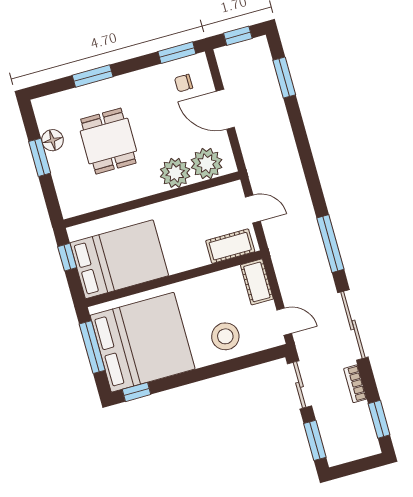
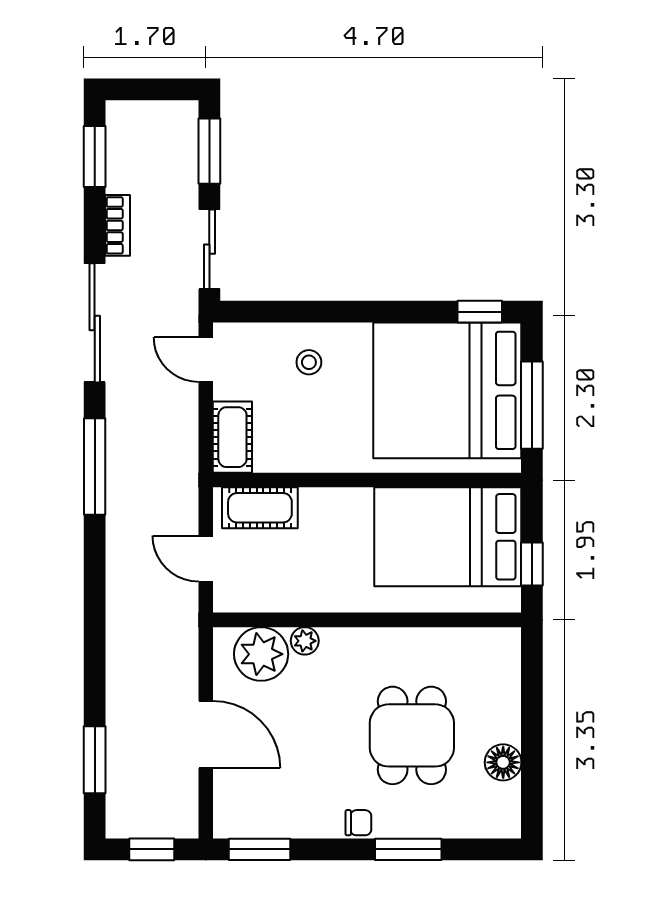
chair: (184, 83) -> (358, 823), moved
window: (40, 157) -> (532, 740), removed
plant: (175, 173) -> (305, 641), width x0.53, depth x0.53
stool: (225, 336) -> (309, 362), width x0.53, depth x0.53

